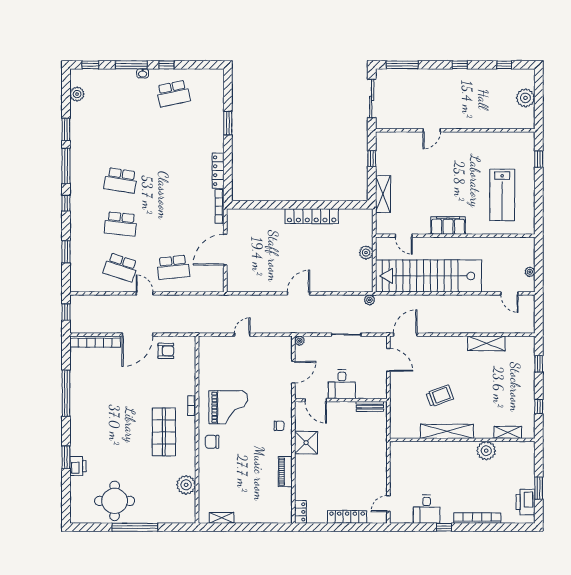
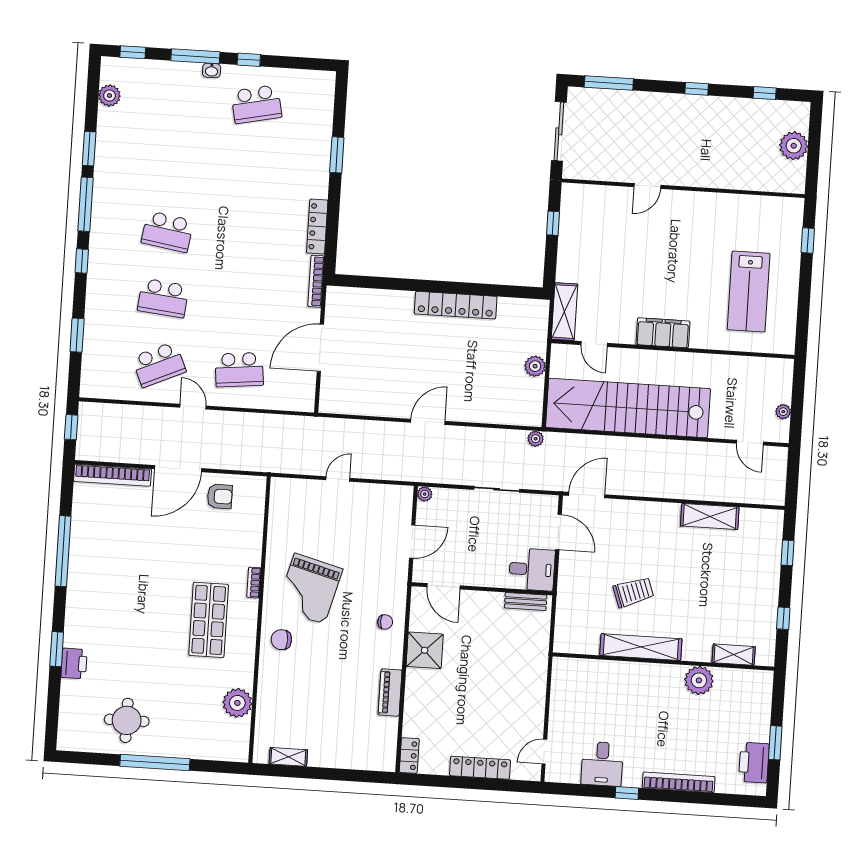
shelving: (383, 194) -> (564, 312), moved
school desk: (121, 267) -> (159, 364), turned -42
desk: (342, 384) -> (532, 569), moved, turned -90
grand piano: (228, 407) -> (309, 589), turned 105
round table: (115, 501) -> (127, 720), width x0.73, depth x0.73

